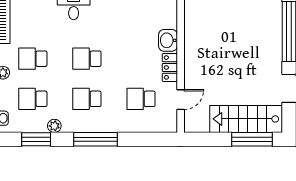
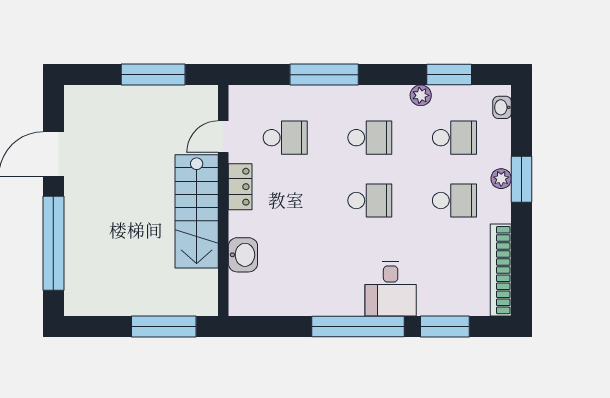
washbasin: (168, 40) -> (243, 255), moved
stairs: (246, 119) -> (197, 211), moved, turned 90
window: (95, 139) -> (324, 75), moved
window: (252, 139) -> (153, 75), moved

